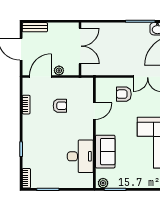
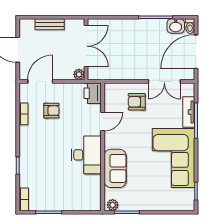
bench: (35, 27) -> (50, 24), moved
plant: (59, 70) -> (79, 74), moved
printer: (86, 87) -> (93, 93), added
armchair: (60, 106) -> (51, 111), moved
desk: (80, 156) -> (86, 155), moved

